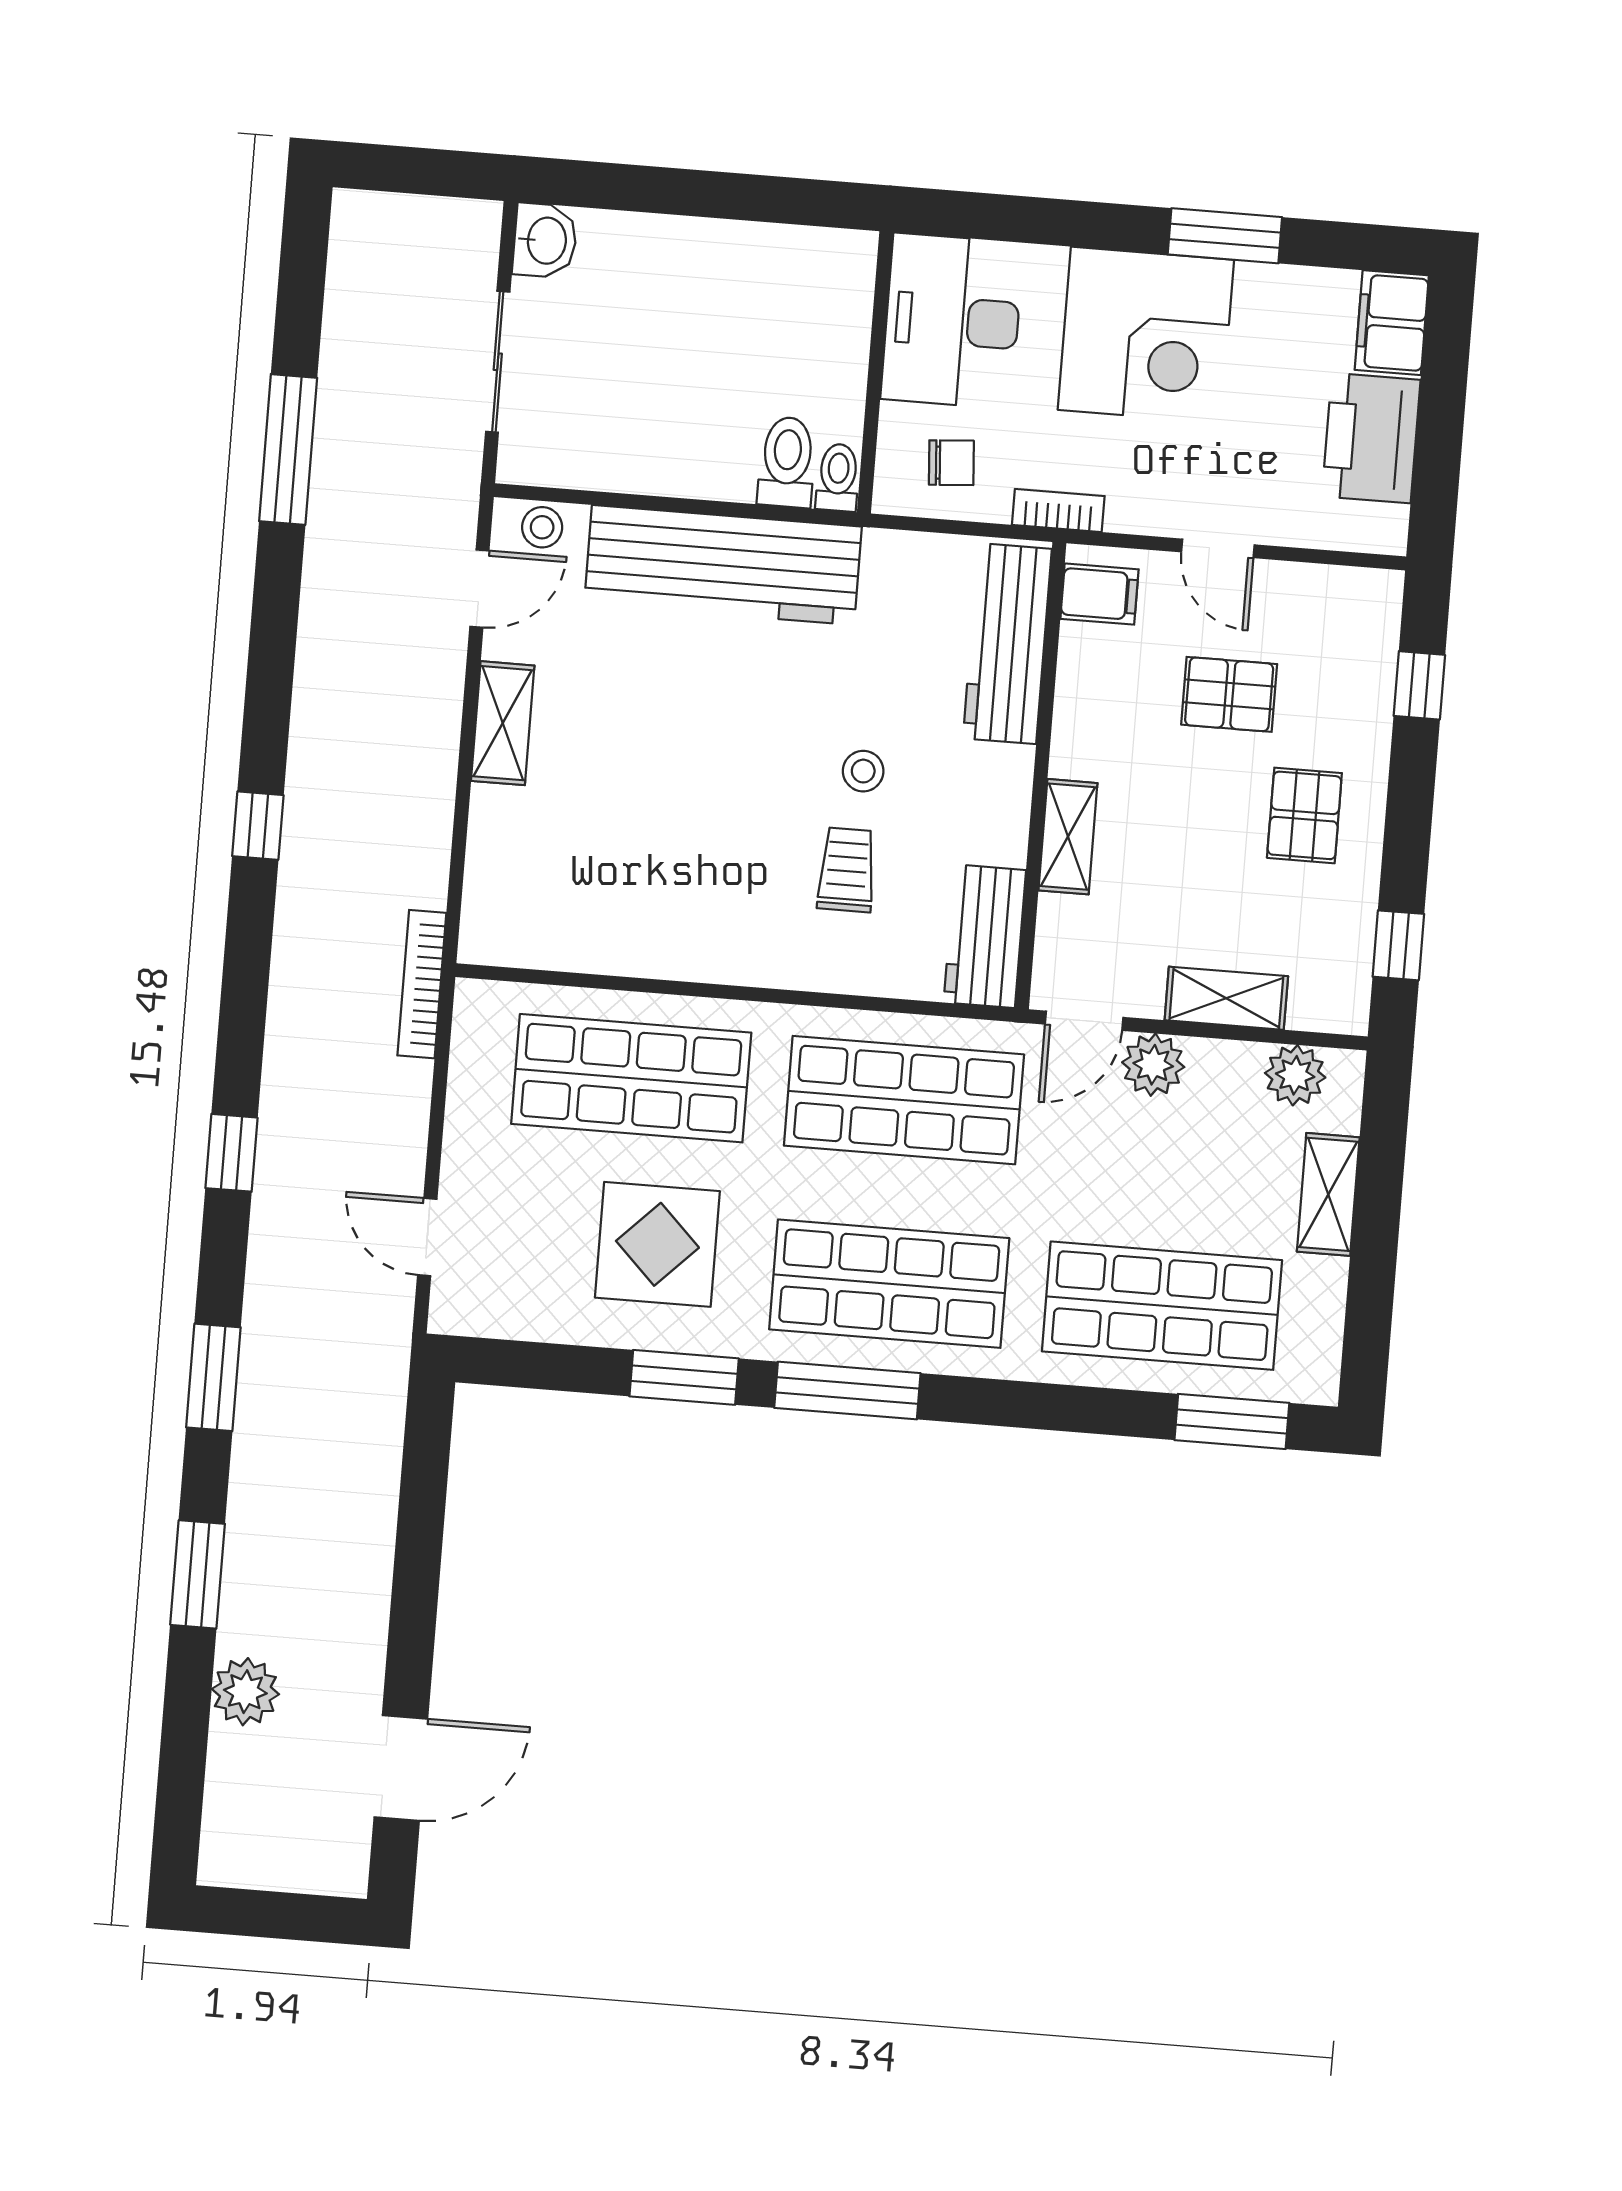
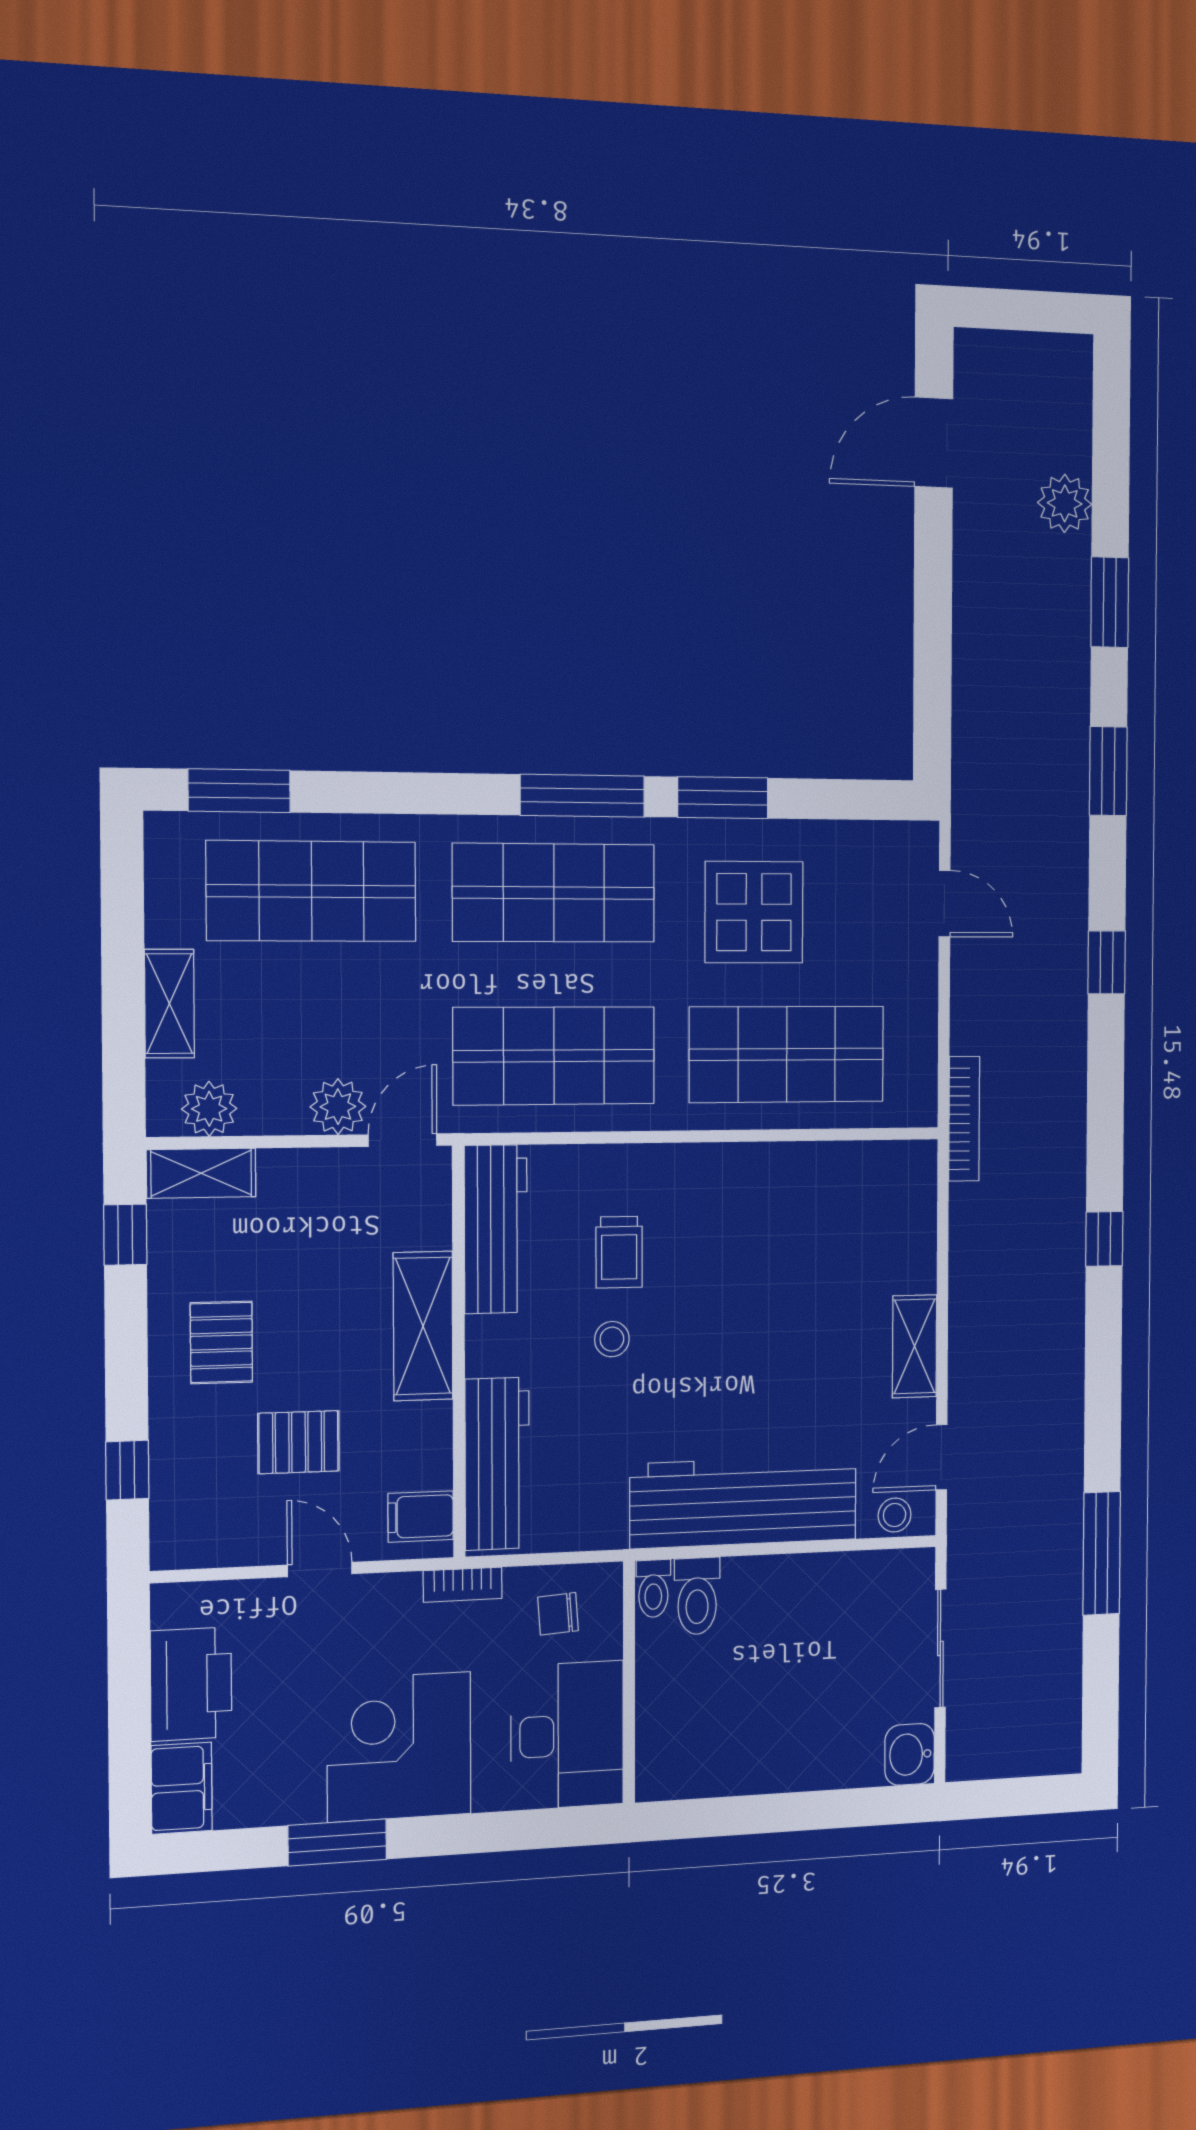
shelving: (1068, 837) -> (423, 1326), width x1.50, depth x1.33
workbench: (985, 936) -> (496, 1229), width x1.38
shelving: (1226, 998) -> (201, 1173), moved

